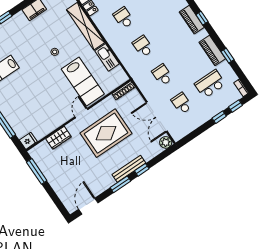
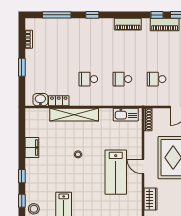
window: (202, 18) -> (157, 15), moved
kitchen sink: (107, 57) -> (126, 115), moved
lab bench: (83, 81) -> (116, 172), moved, turned 90

